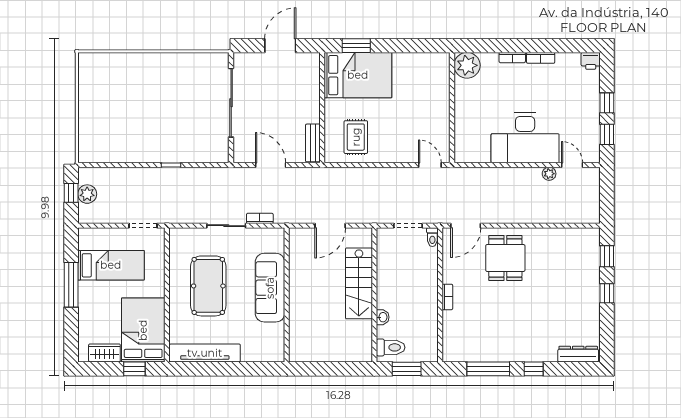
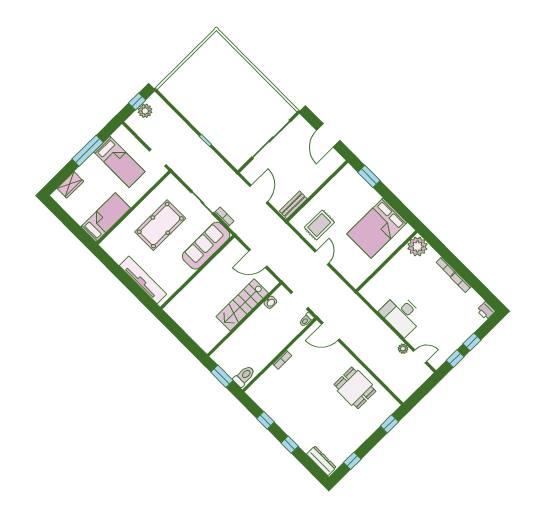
door: (280, 46) -> (328, 135), swing flipped
bed: (358, 75) -> (377, 228), moved, turned 90
desk: (525, 138) -> (402, 315), width x0.73, depth x0.77
door: (430, 165) -> (322, 258), moved
door: (572, 165) -> (420, 356), hinge flipped
dining table: (505, 258) -> (355, 388), moved, turned 90
sofa: (270, 288) -> (206, 246), moved
window: (607, 293) -> (352, 461), moved
washbasin: (383, 317) -> (270, 302), moved
bed: (143, 330) -> (106, 218), width x0.67
toilet: (391, 347) -> (244, 376), moved, turned -90
wardrobe: (104, 353) -> (70, 185), moved, turned 90
tv unit: (205, 353) -> (143, 280), moved
window: (134, 369) -> (76, 230), removed
window: (488, 369) -> (265, 420), width x0.46

